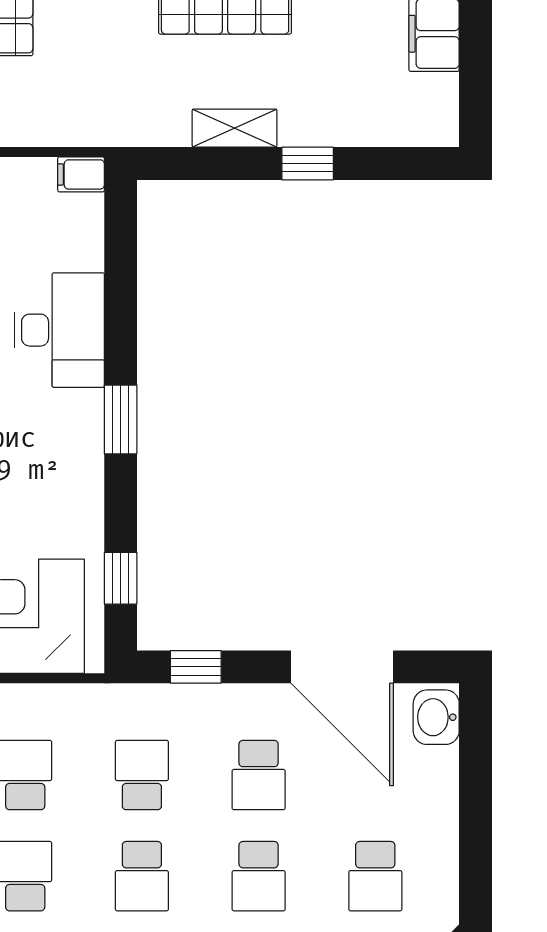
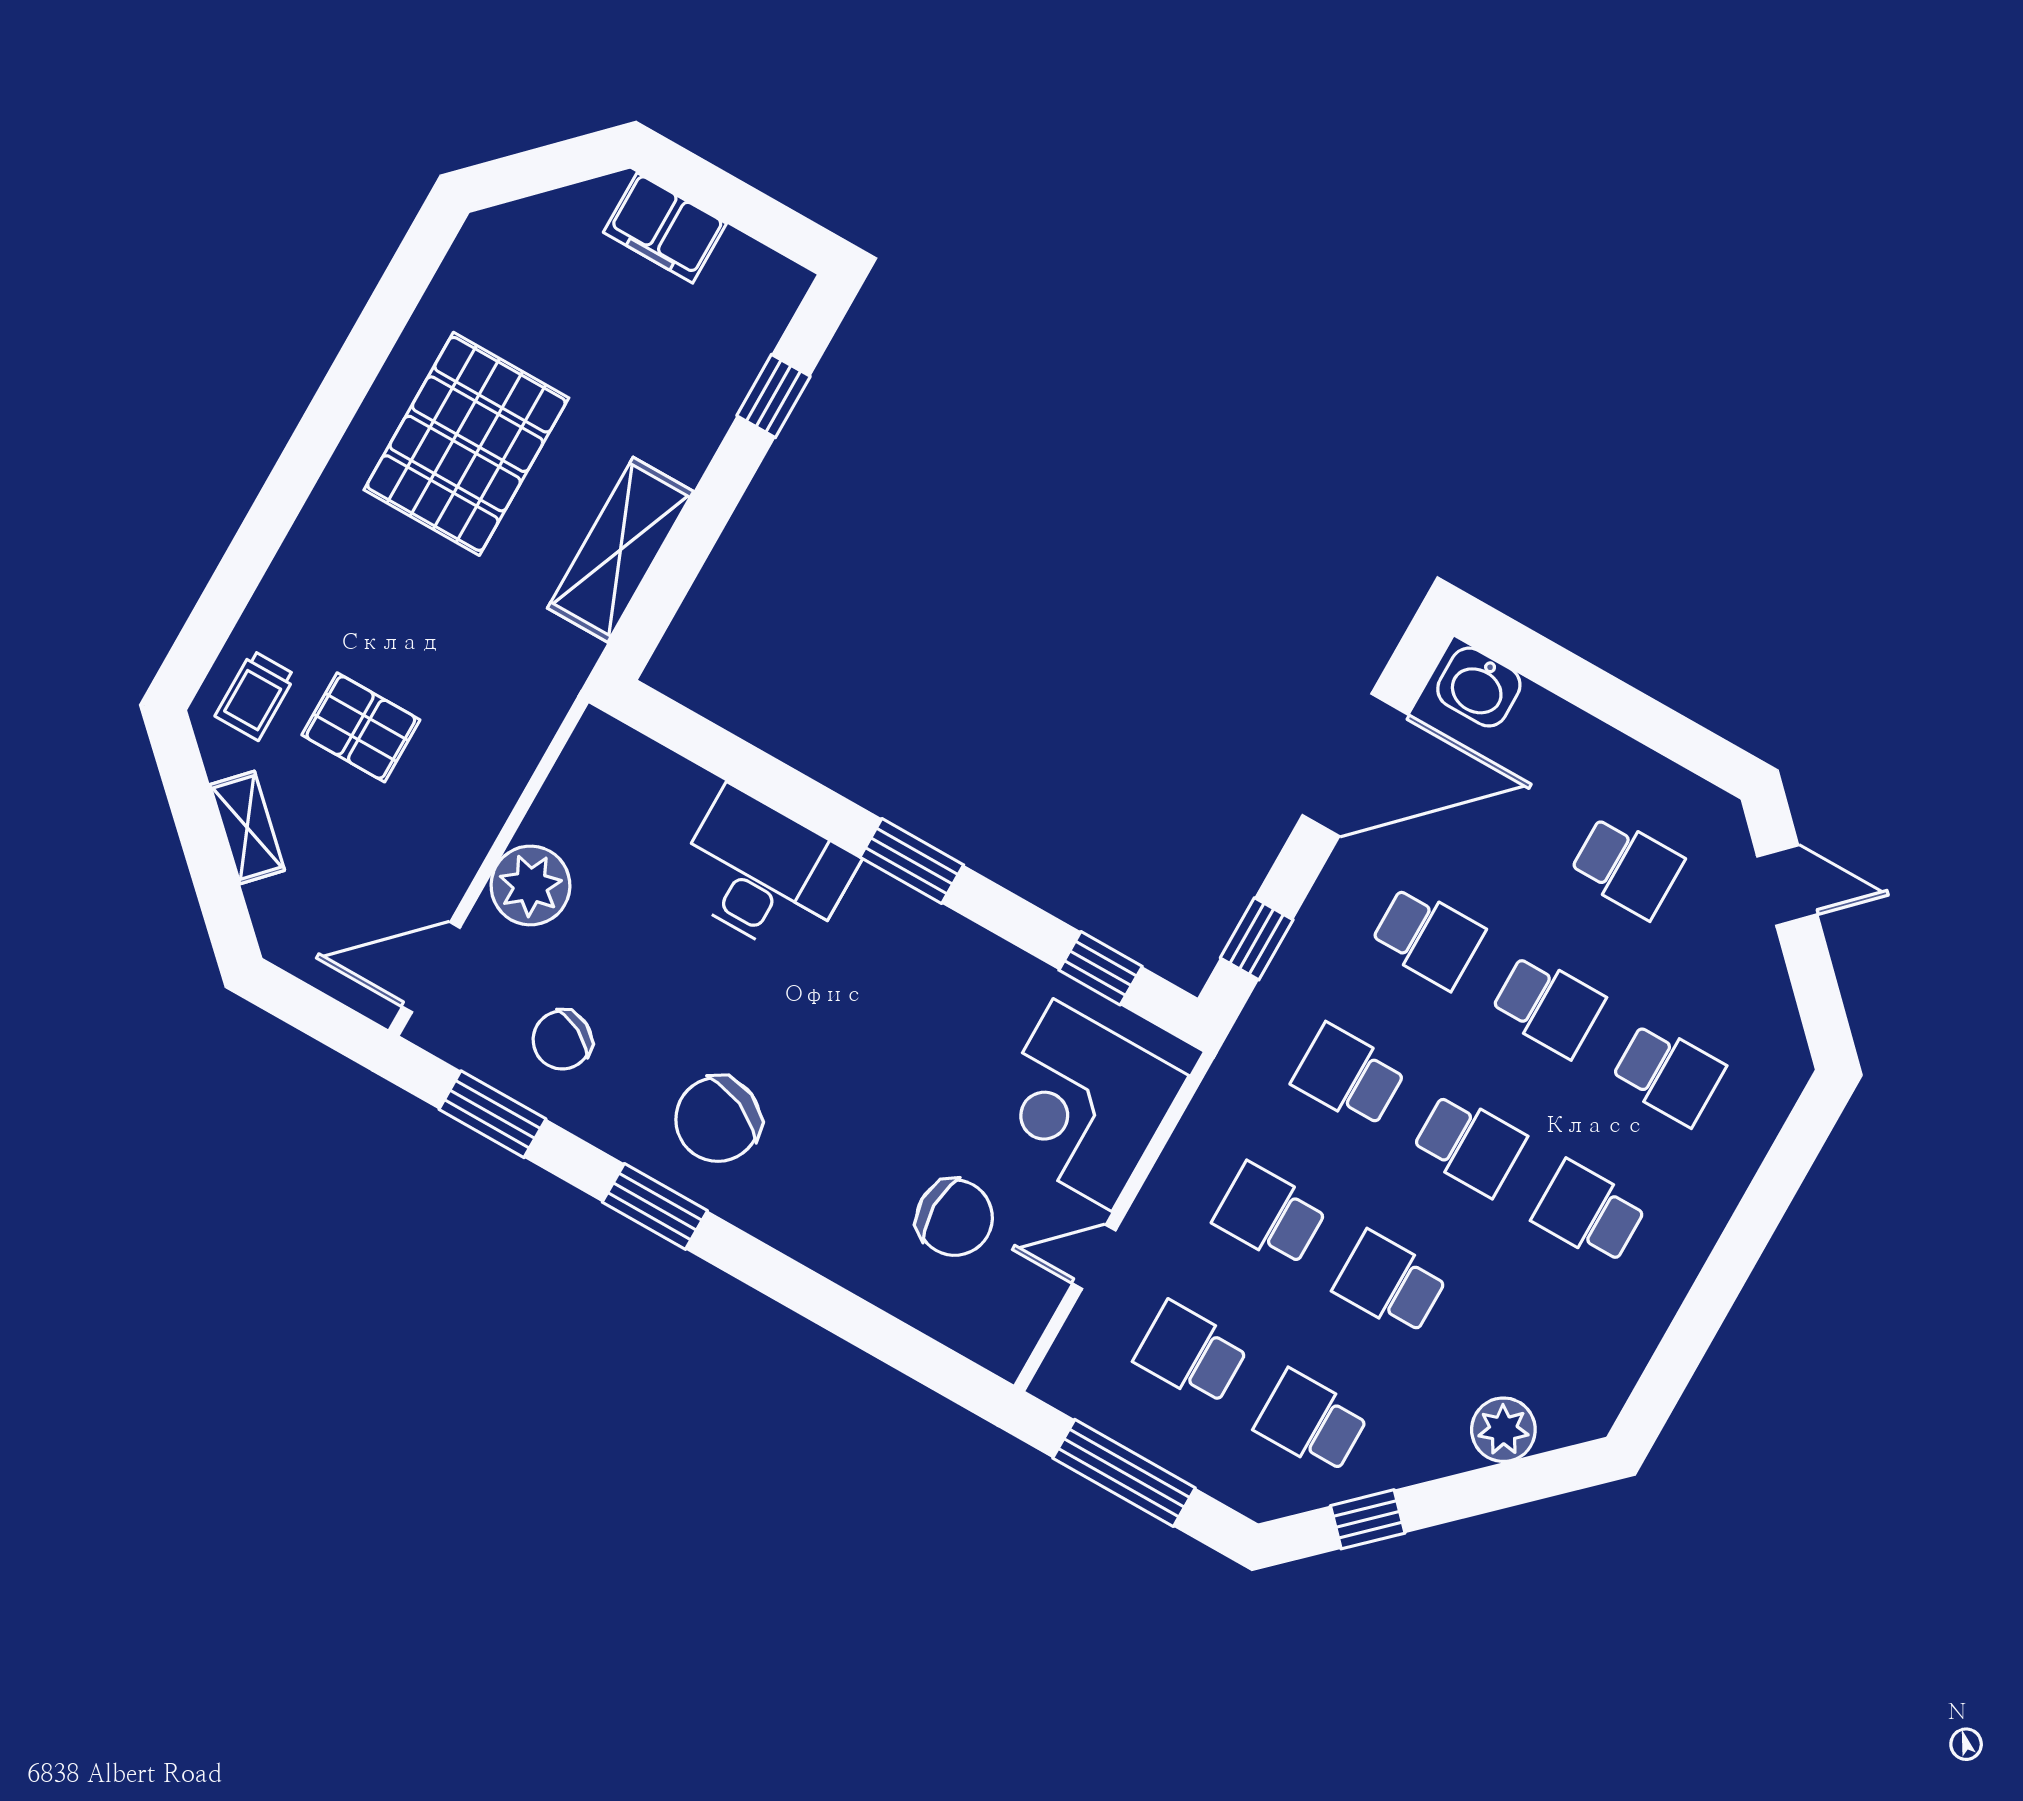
shelving: (235, 128) -> (620, 550), width x1.50, depth x1.33
window: (308, 163) -> (773, 396), moved
filing cabinet: (81, 174) -> (594, 743), removed

